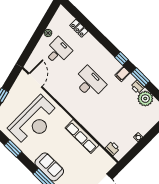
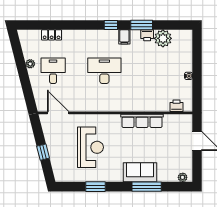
reception desk: (34, 121) -> (90, 147), width x0.74, depth x0.77

